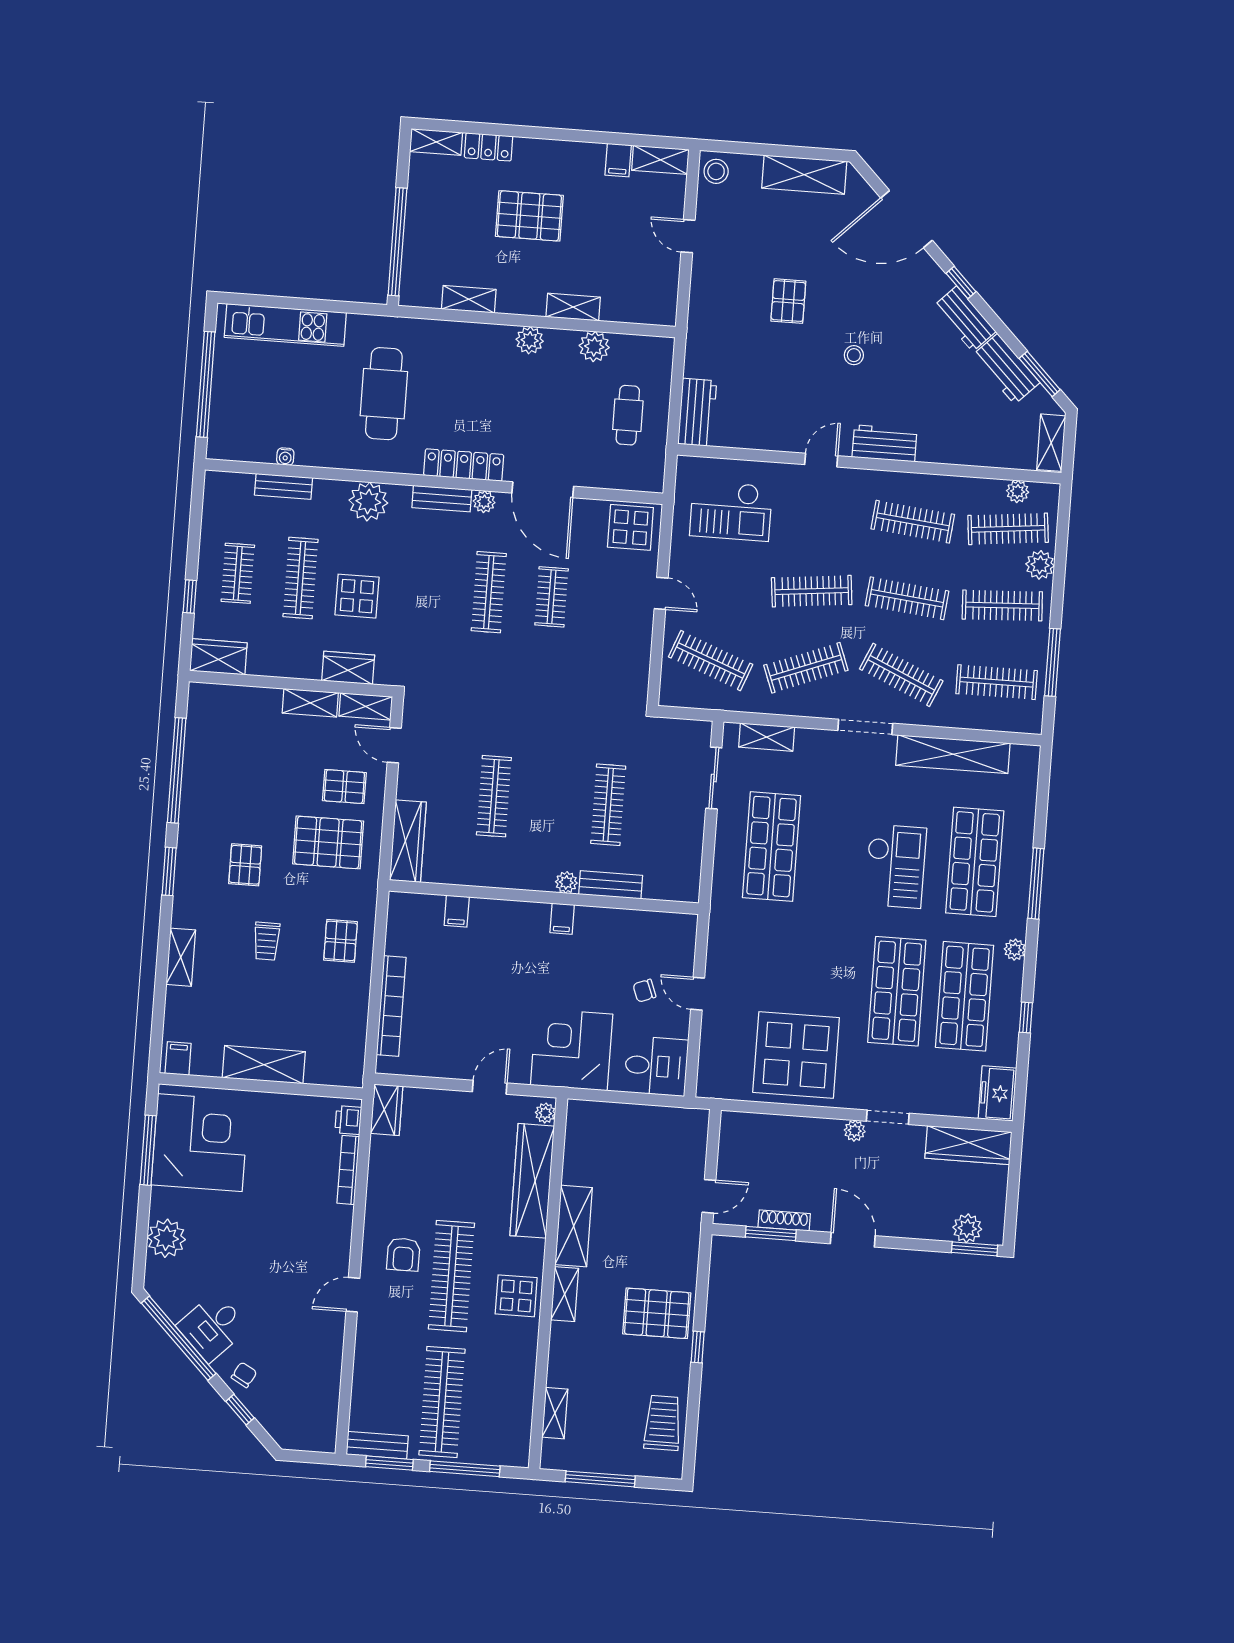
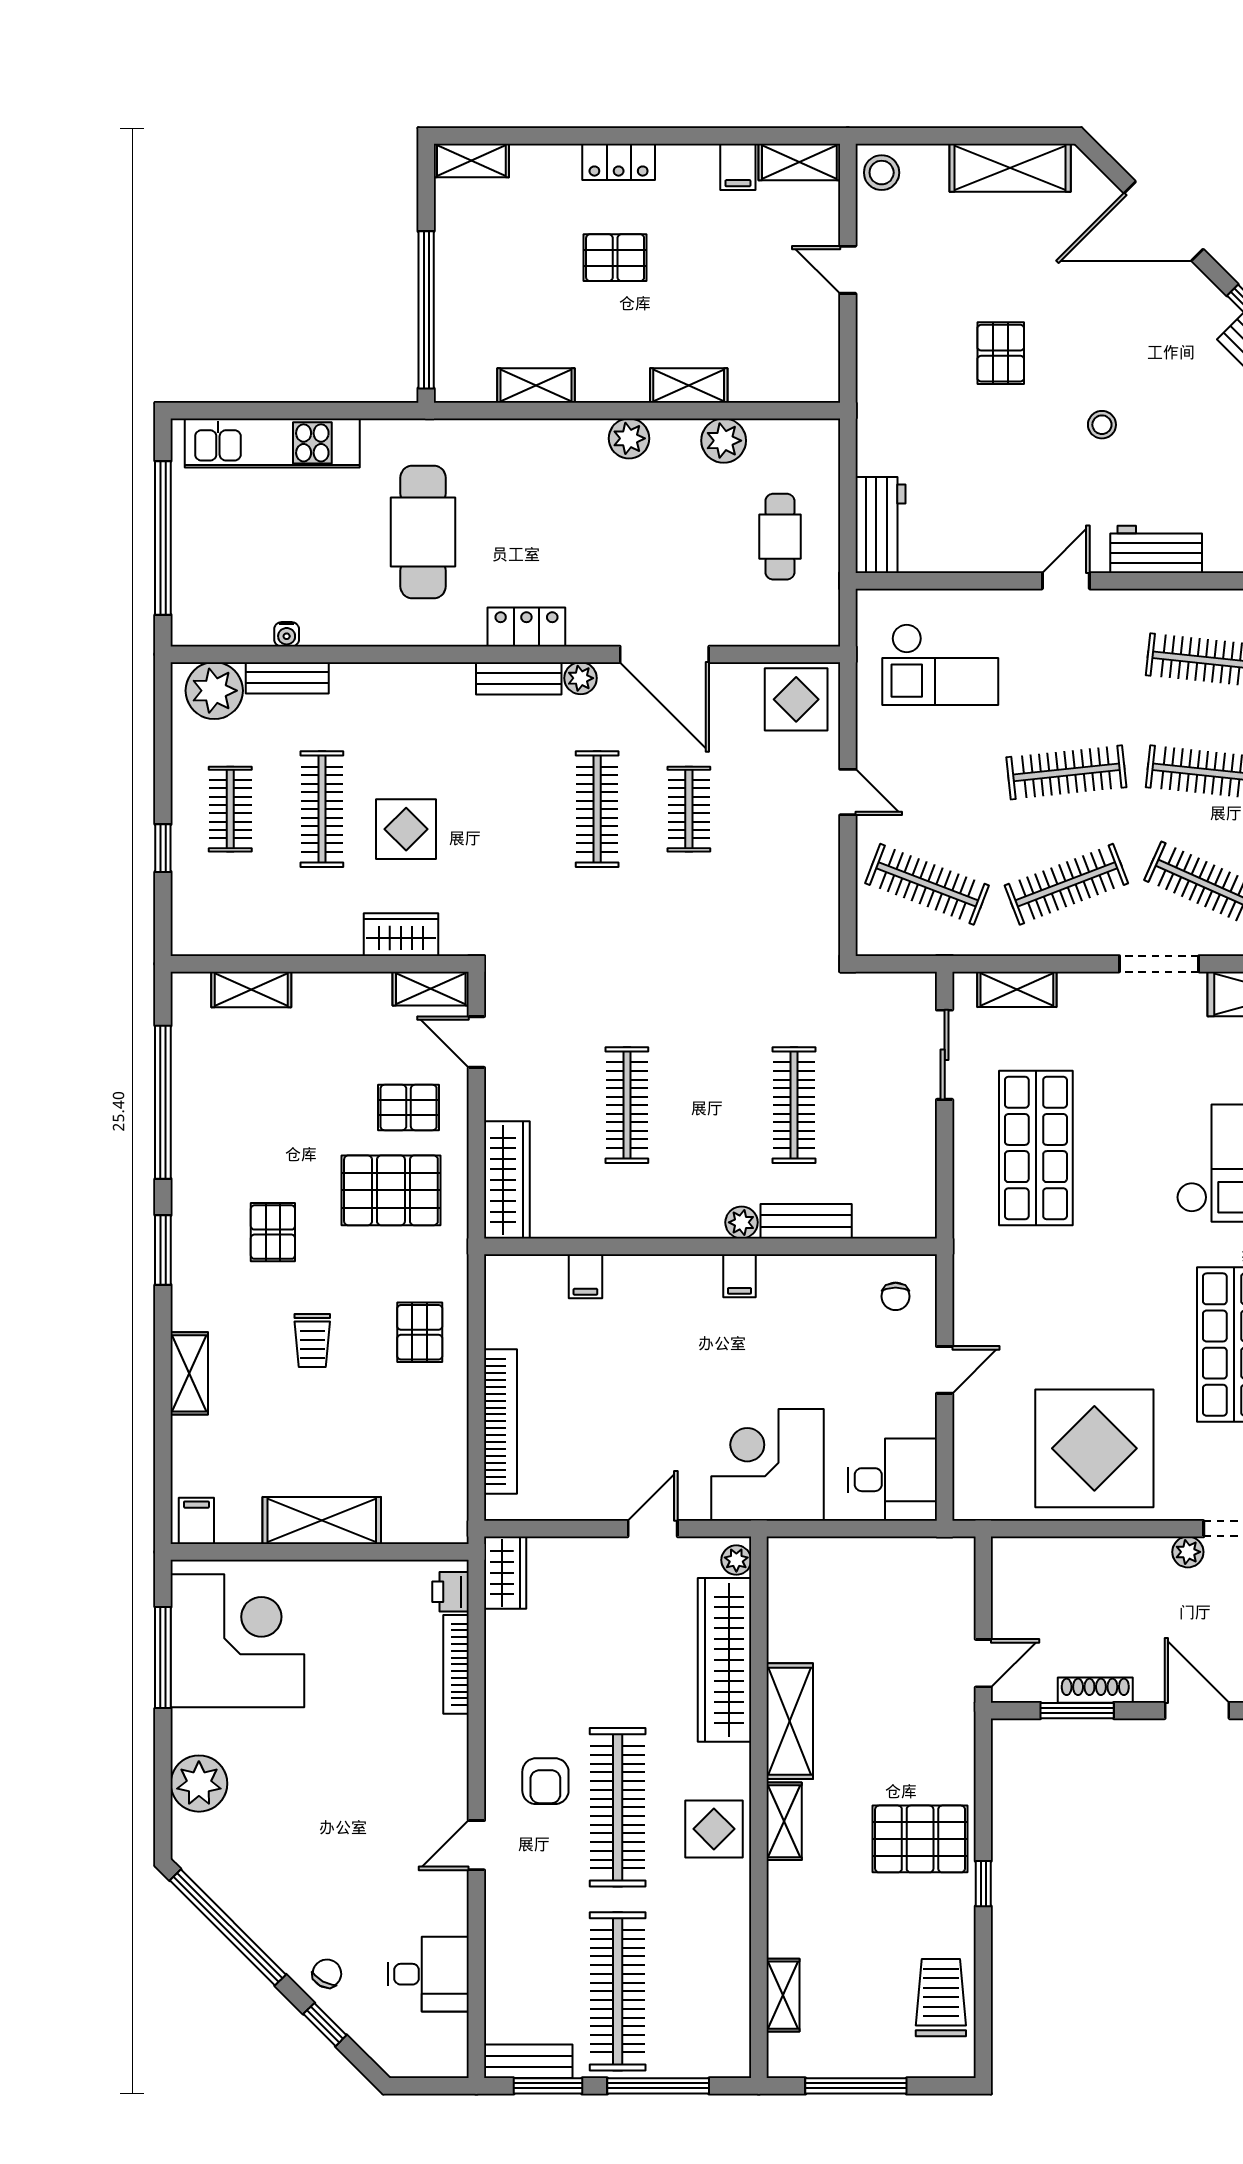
locker: (489, 147) -> (619, 162), moved
pallet: (529, 216) -> (615, 258), width x0.67, depth x0.71
locker: (464, 465) -> (526, 627), width x0.66
plant: (368, 502) -> (214, 691), moved
wardrobe: (218, 657) -> (211, 933), removed
shelving: (310, 703) -> (251, 990), moved
chair: (644, 991) -> (896, 1296), moved, turned -69
door: (698, 994) -> (945, 1370), swing flipped
desk: (213, 1327) -> (428, 1974), moved, turned -135

